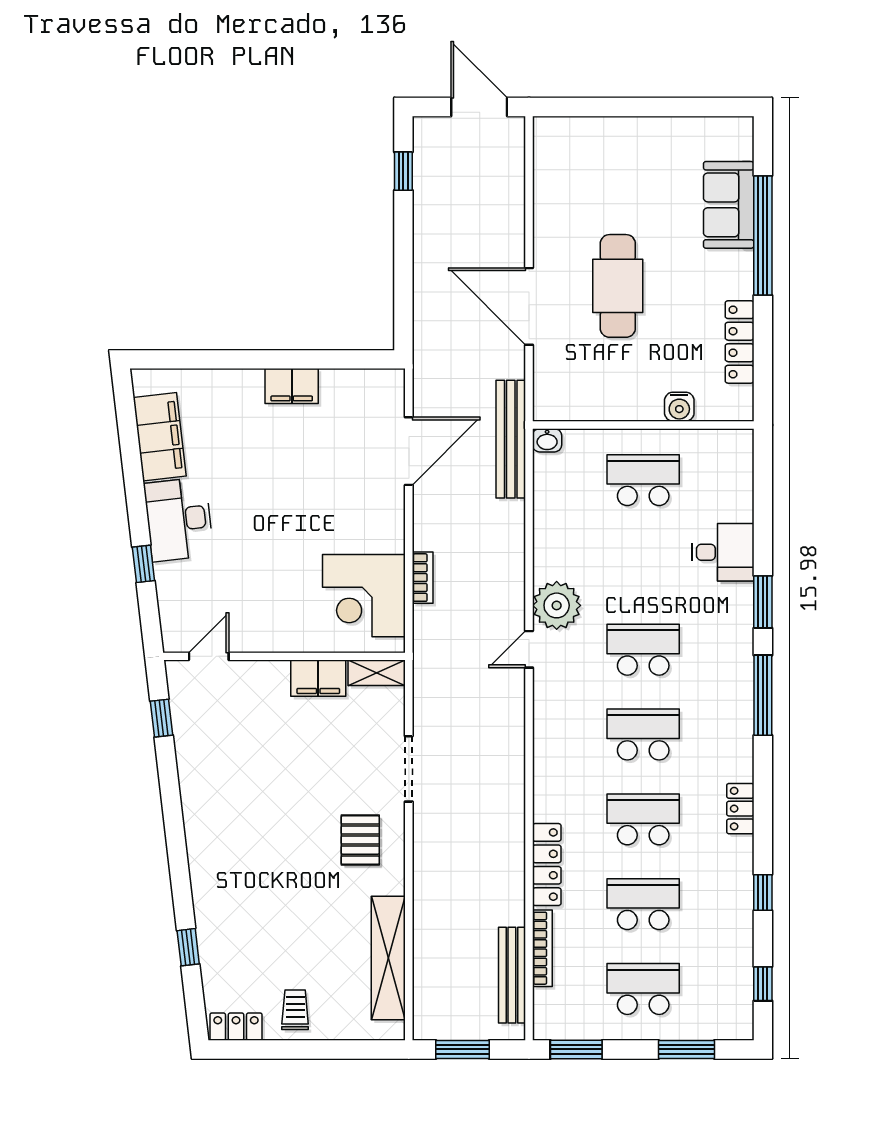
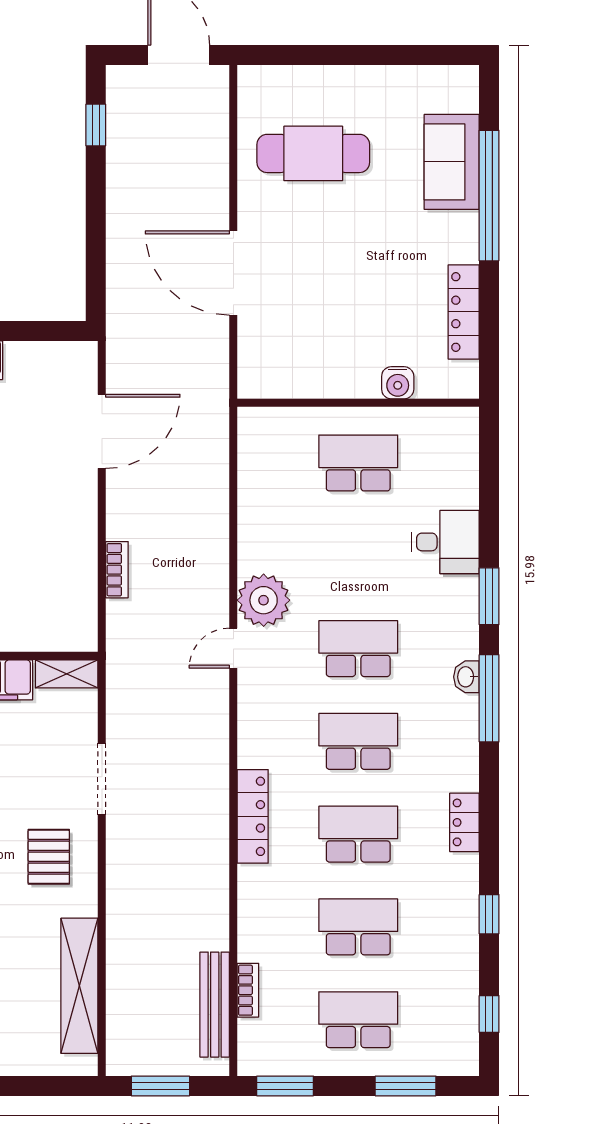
cafe table: (618, 286) -> (313, 153), moved, turned 90
bench: (511, 439) -> (213, 418), removed
washbasin: (547, 440) -> (466, 677), moved, turned 90
corner desk: (364, 596) -> (53, 589), removed
locker: (547, 865) -> (253, 816), moved
bookcase: (542, 948) -> (248, 990), width x0.64

